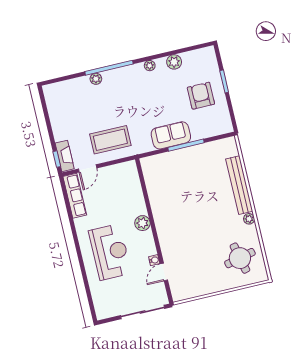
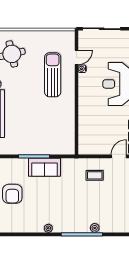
plant: (174, 62) -> (28, 227), removed
coffee table: (110, 140) -> (95, 175), width x0.54, depth x0.58
plant: (142, 223) -> (85, 101), removed
sun lounger: (187, 245) -> (53, 75), added

